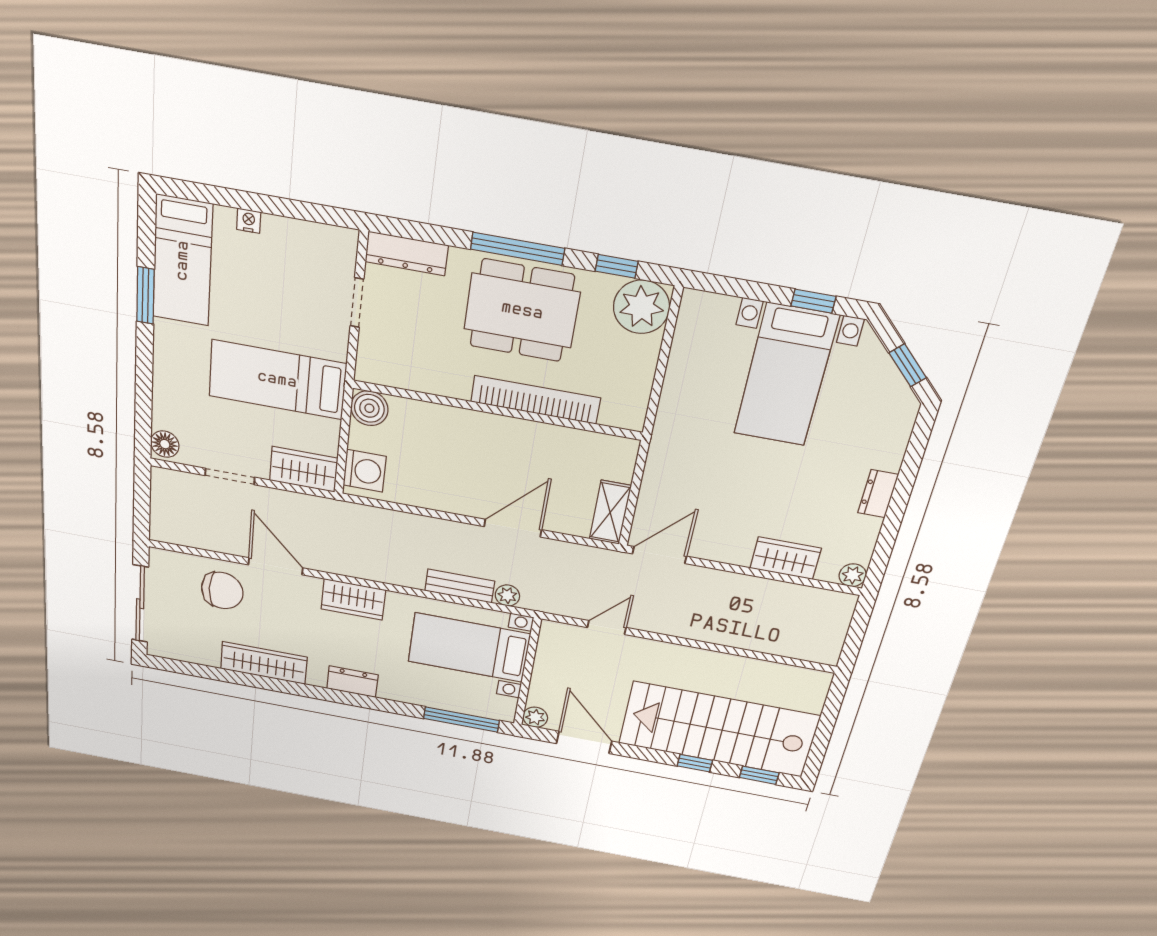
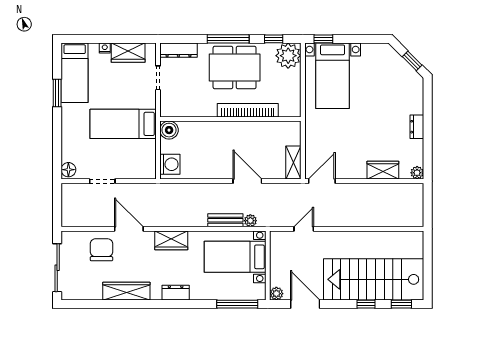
window: (813, 301) -> (323, 39), moved
bed with nightstands: (786, 375) -> (333, 76), moved
wardrobe: (304, 469) -> (128, 53), moved, turned 180
door: (513, 528) -> (247, 181), hinge flipped
chair: (222, 591) -> (101, 250), turned -90

